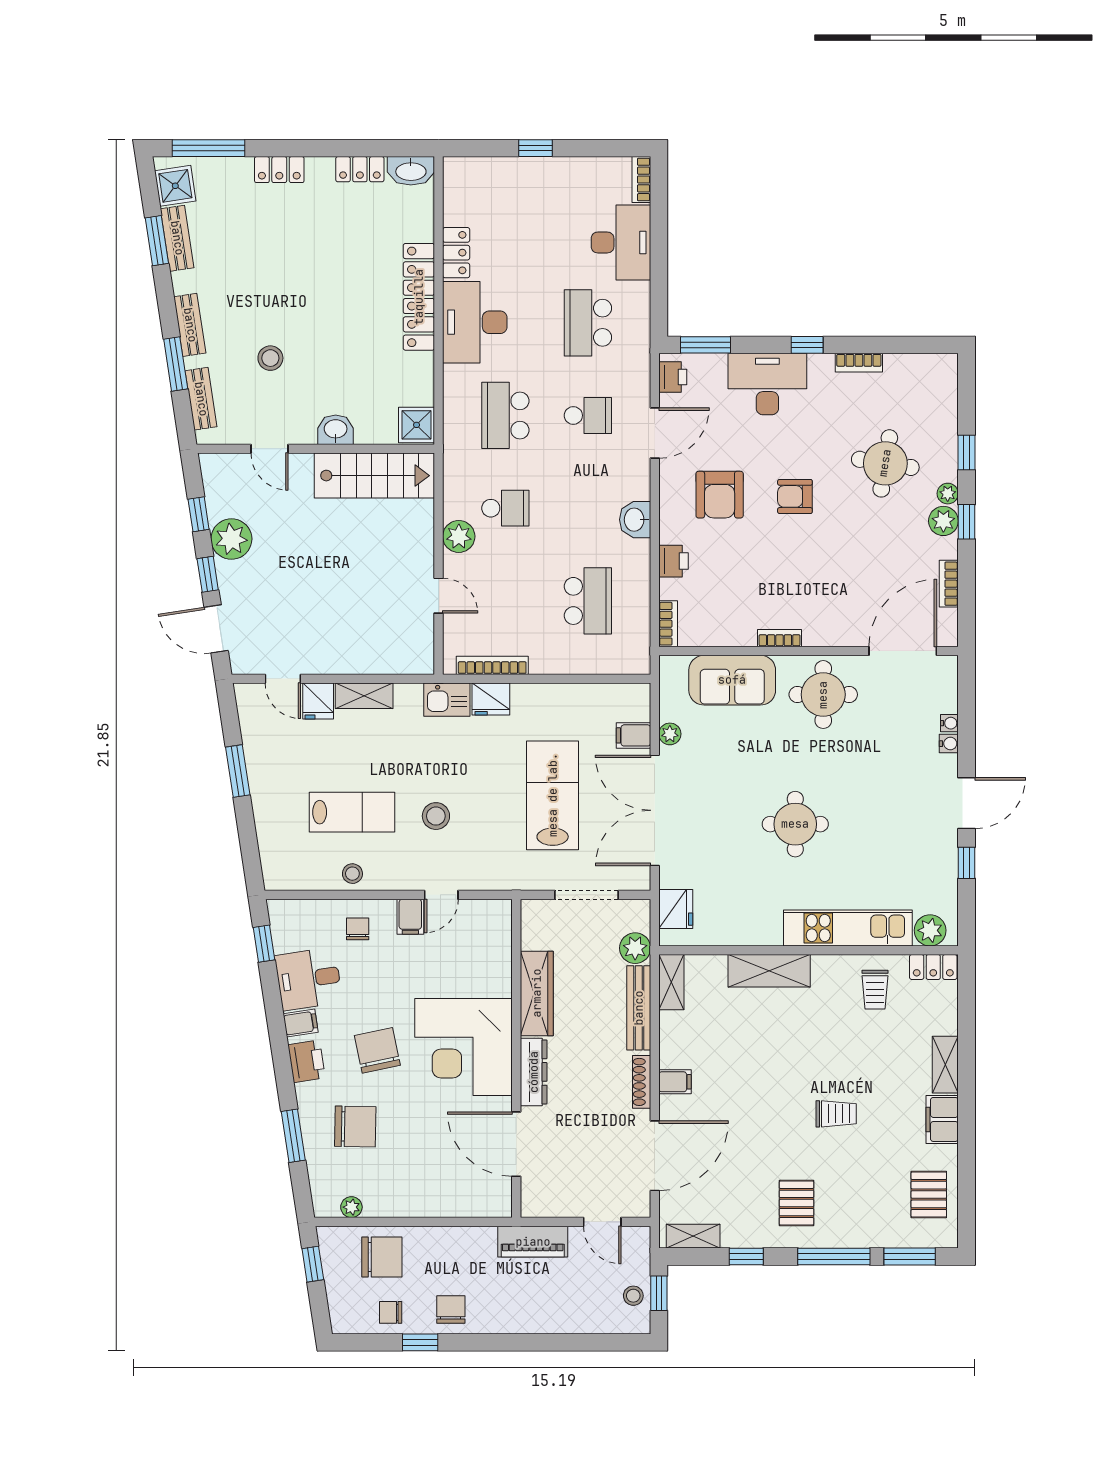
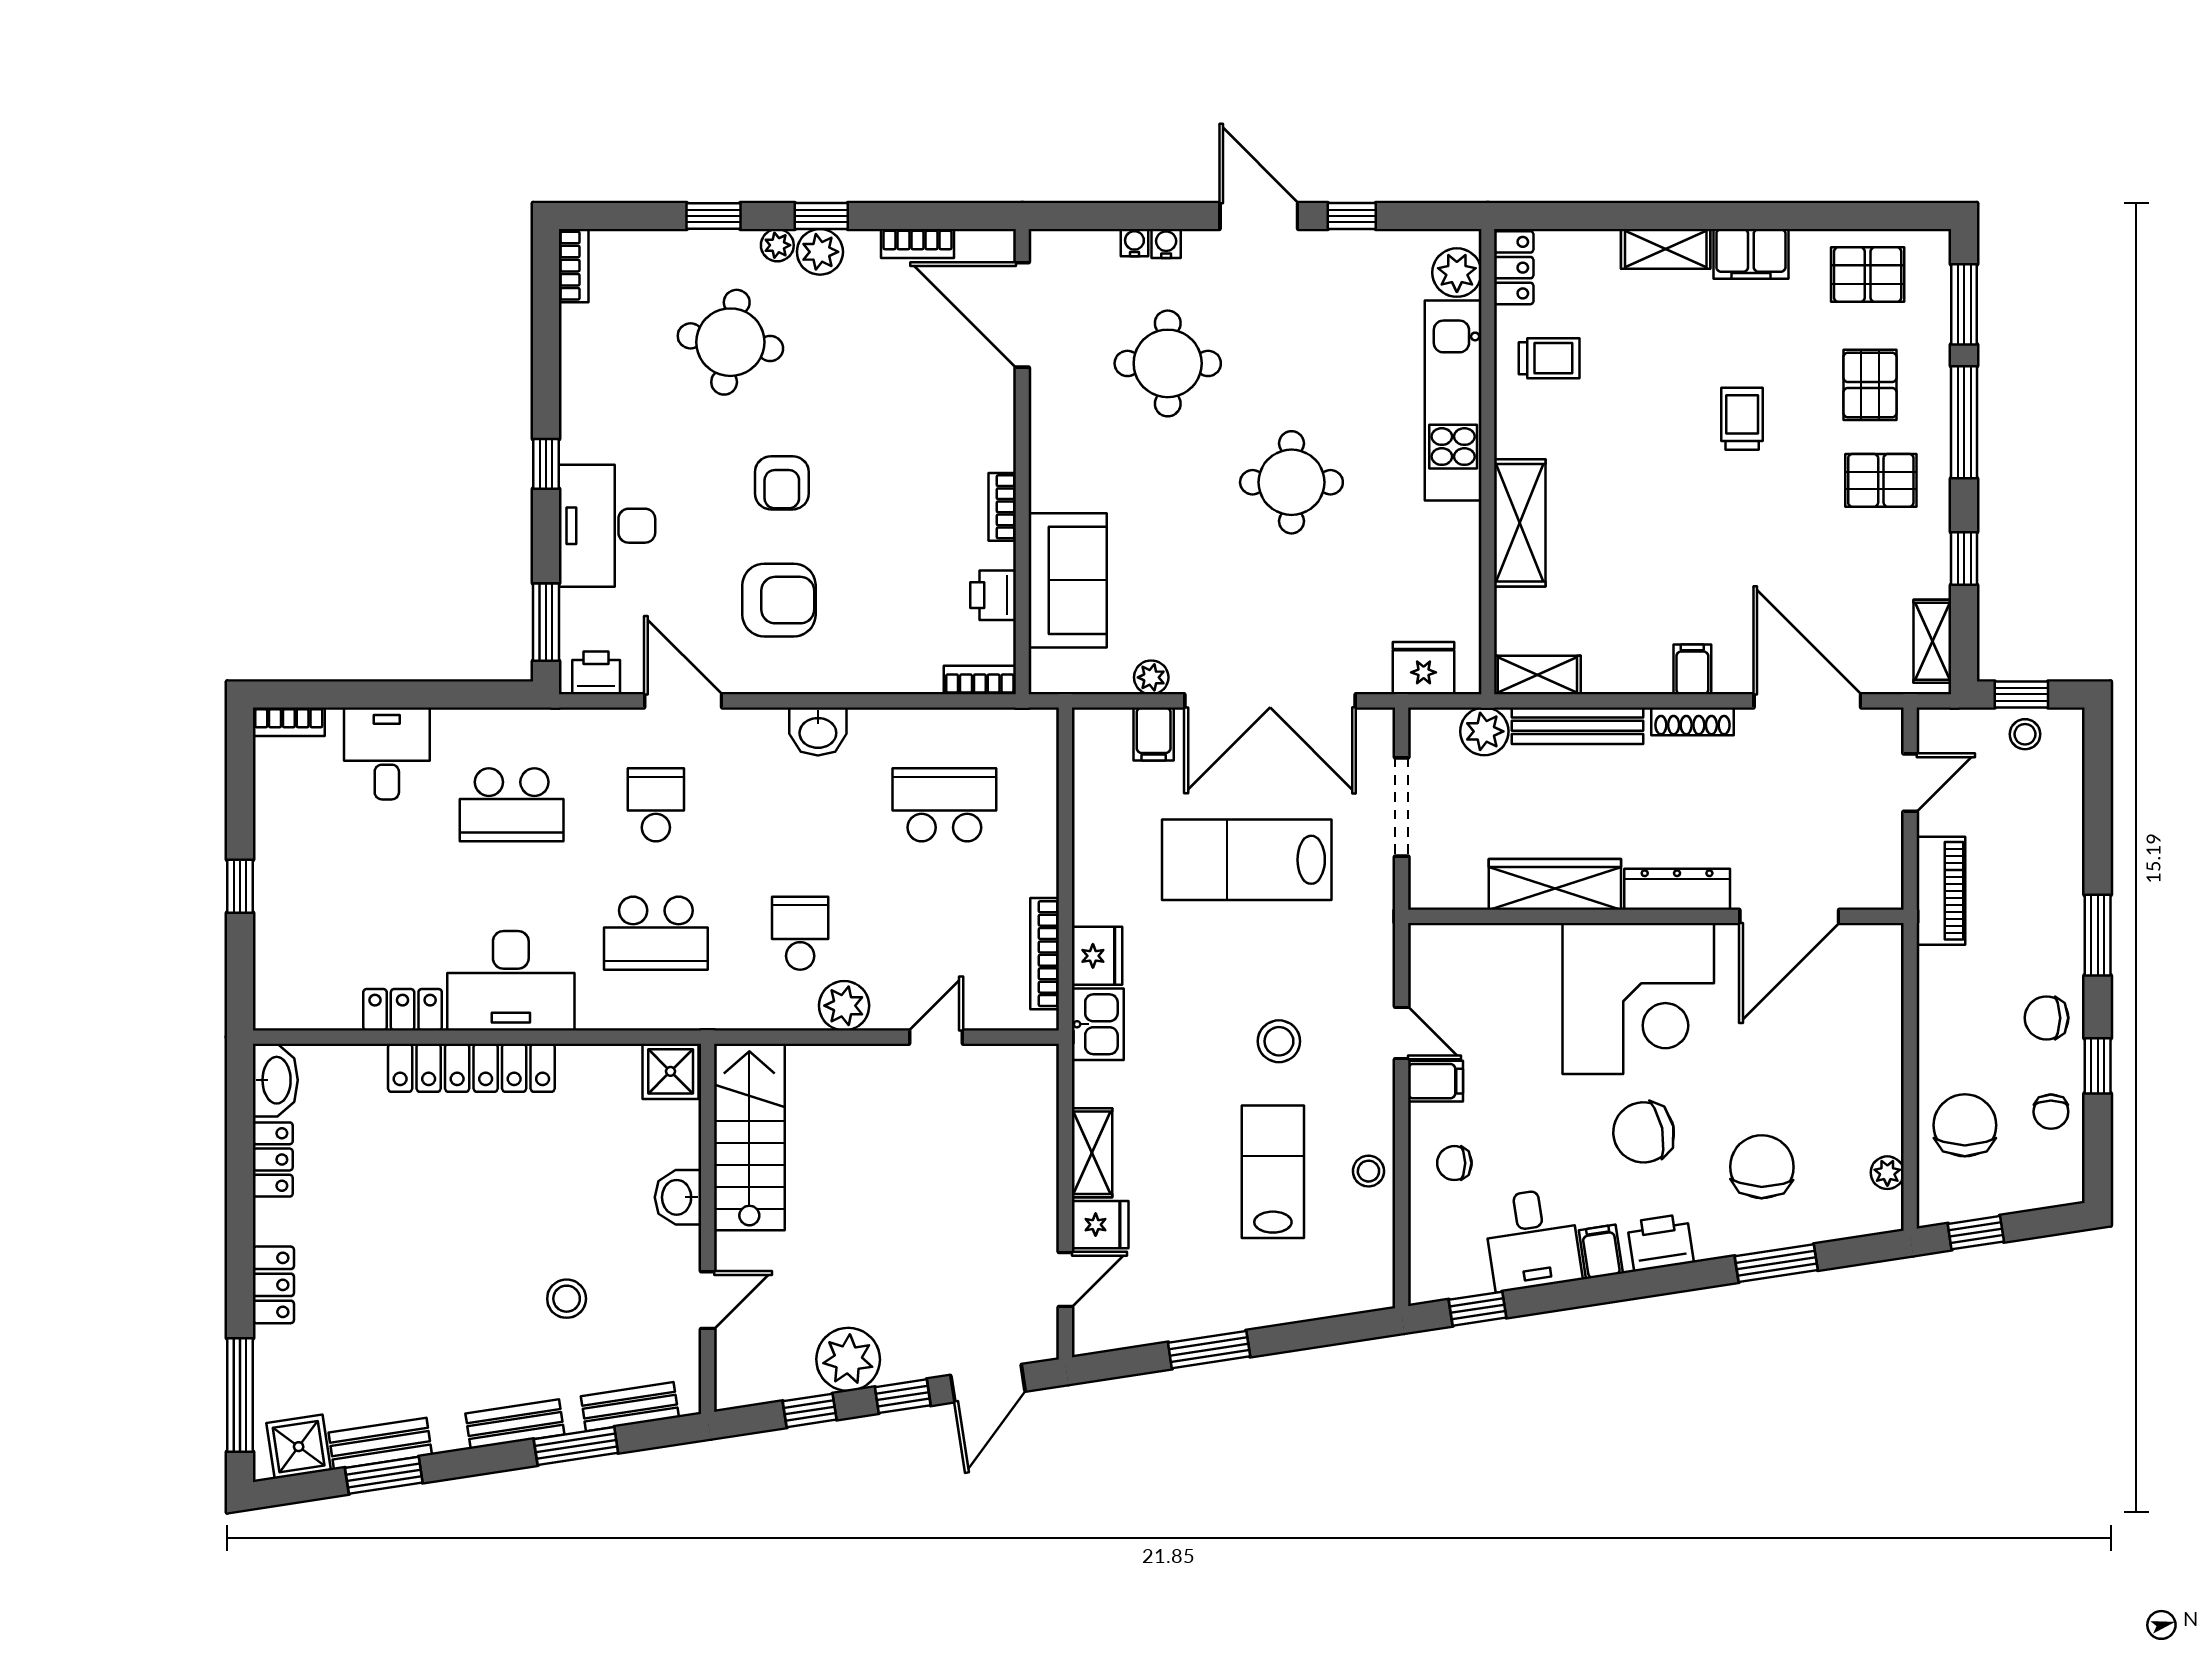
desk: (621, 242) -> (387, 753), width x0.73
bookcase: (859, 363) -> (574, 266), moved
printer: (673, 561) -> (993, 595), moved, turned -90
round table: (823, 695) -> (1168, 363), moved
pallet: (858, 1196) -> (1870, 385), added
window: (504, 1342) -> (2098, 935), added

